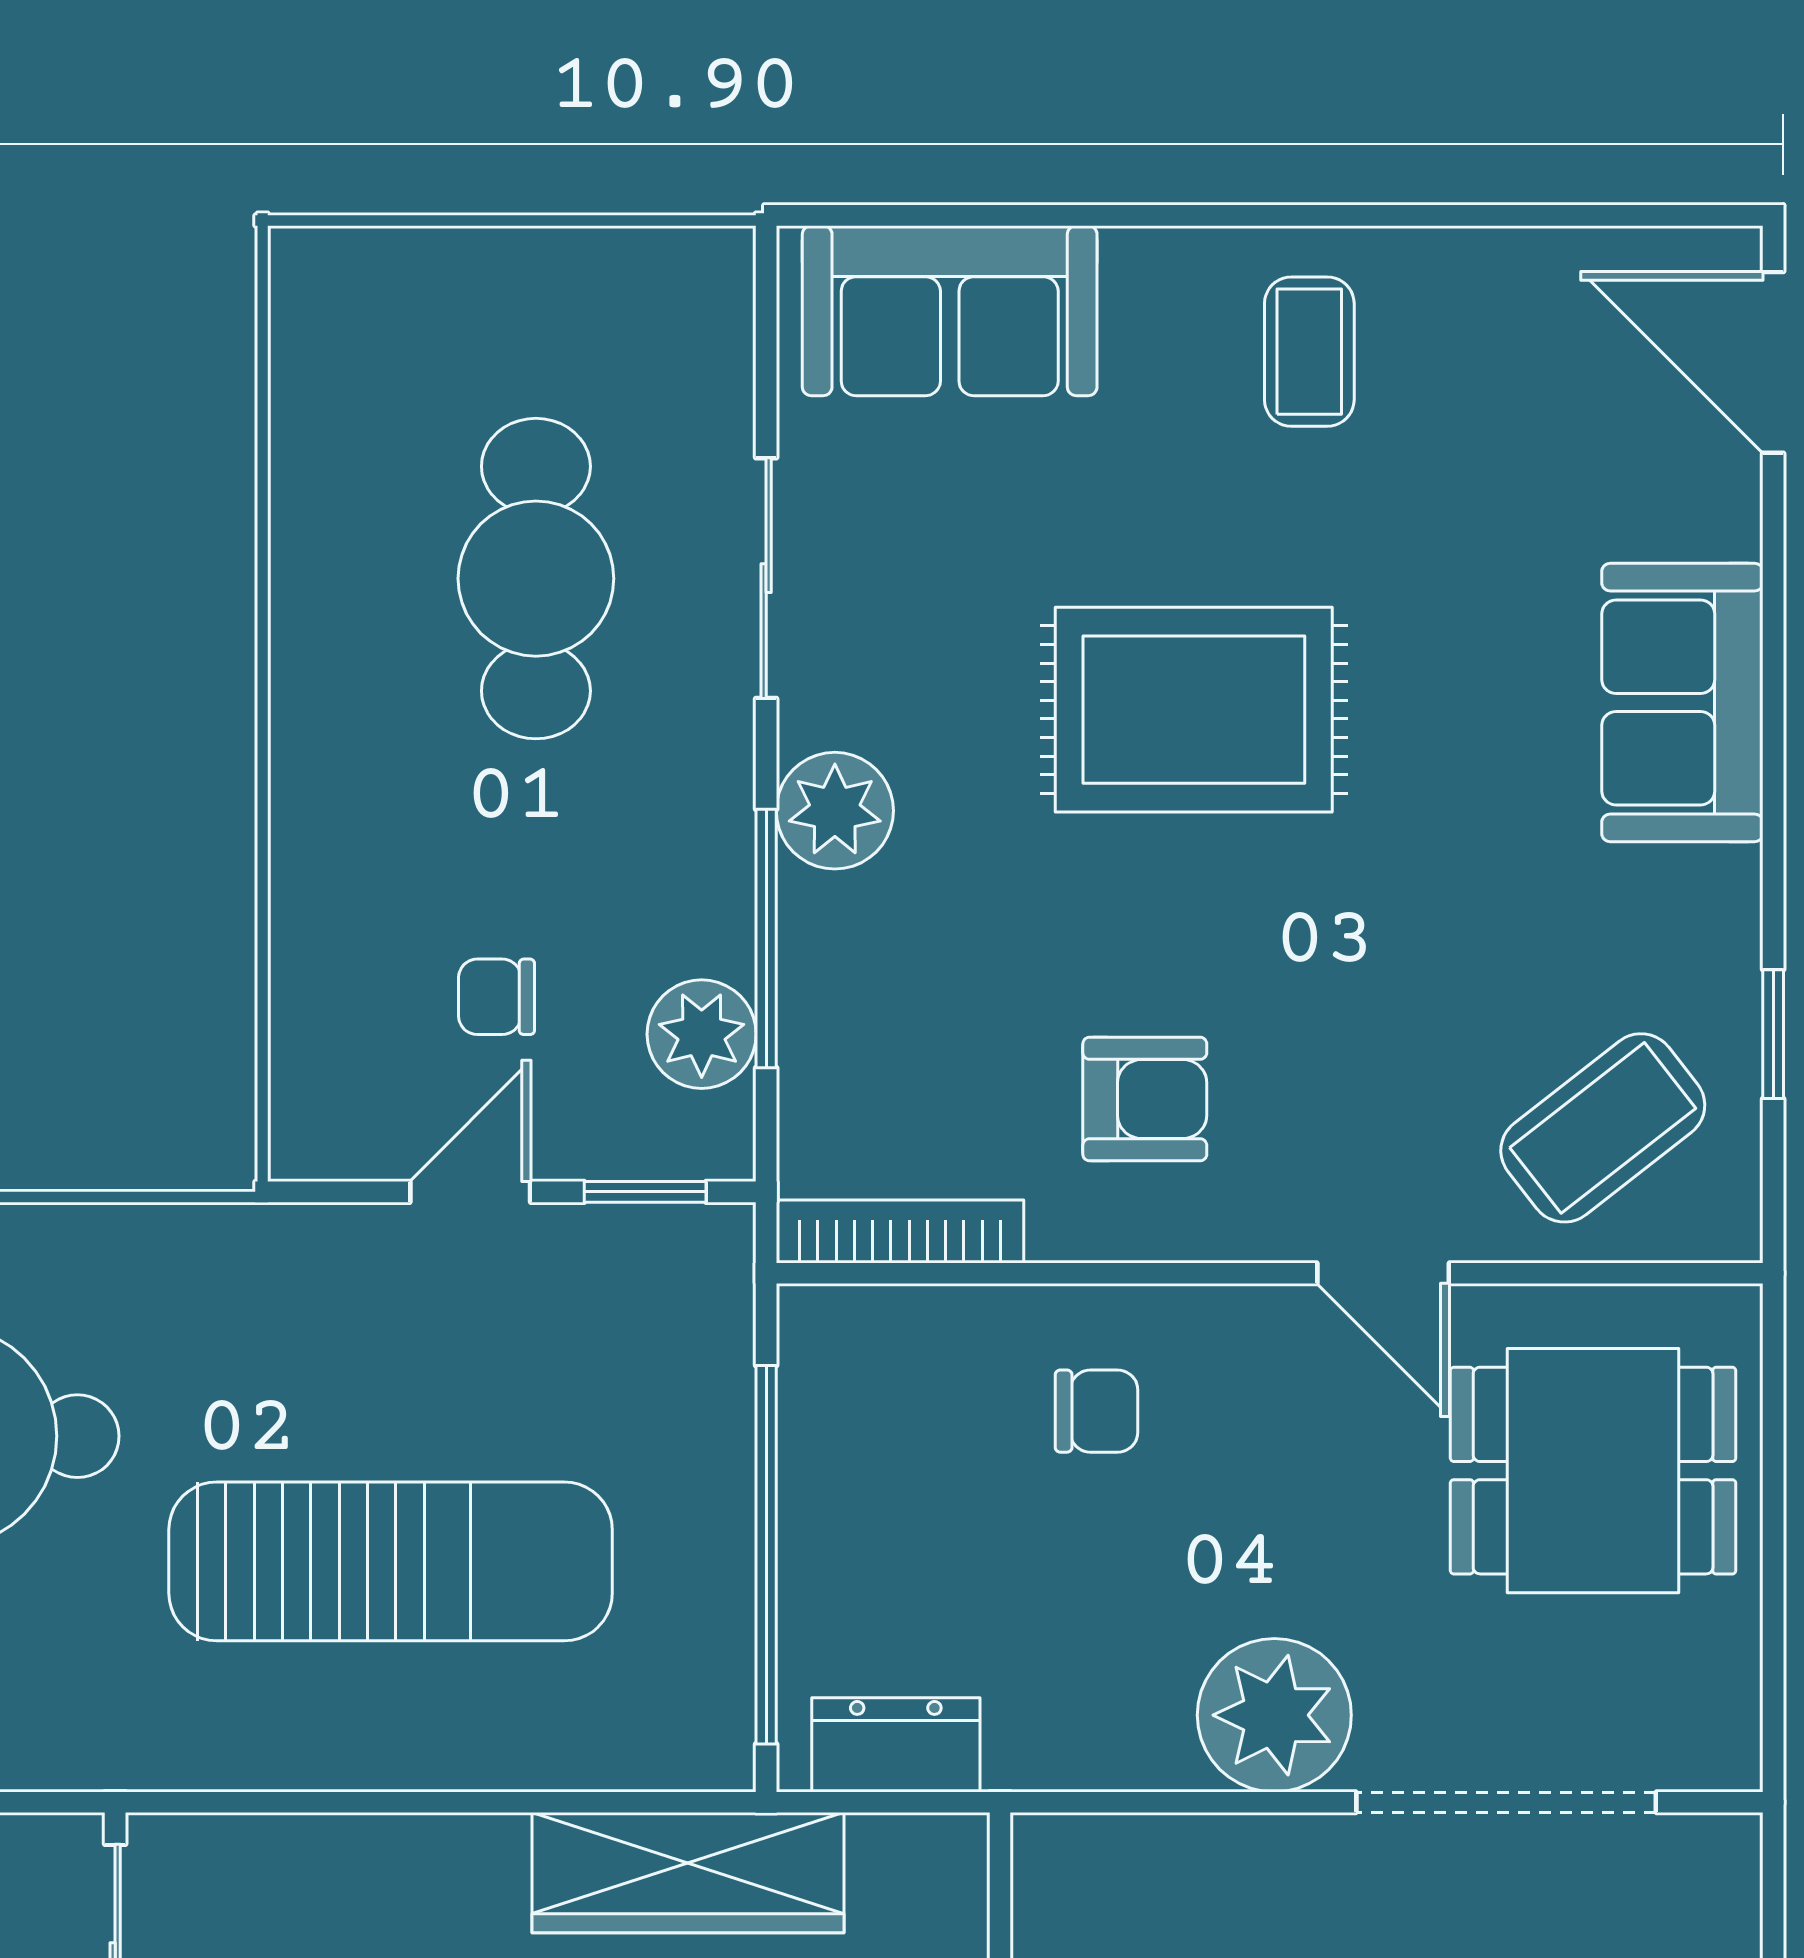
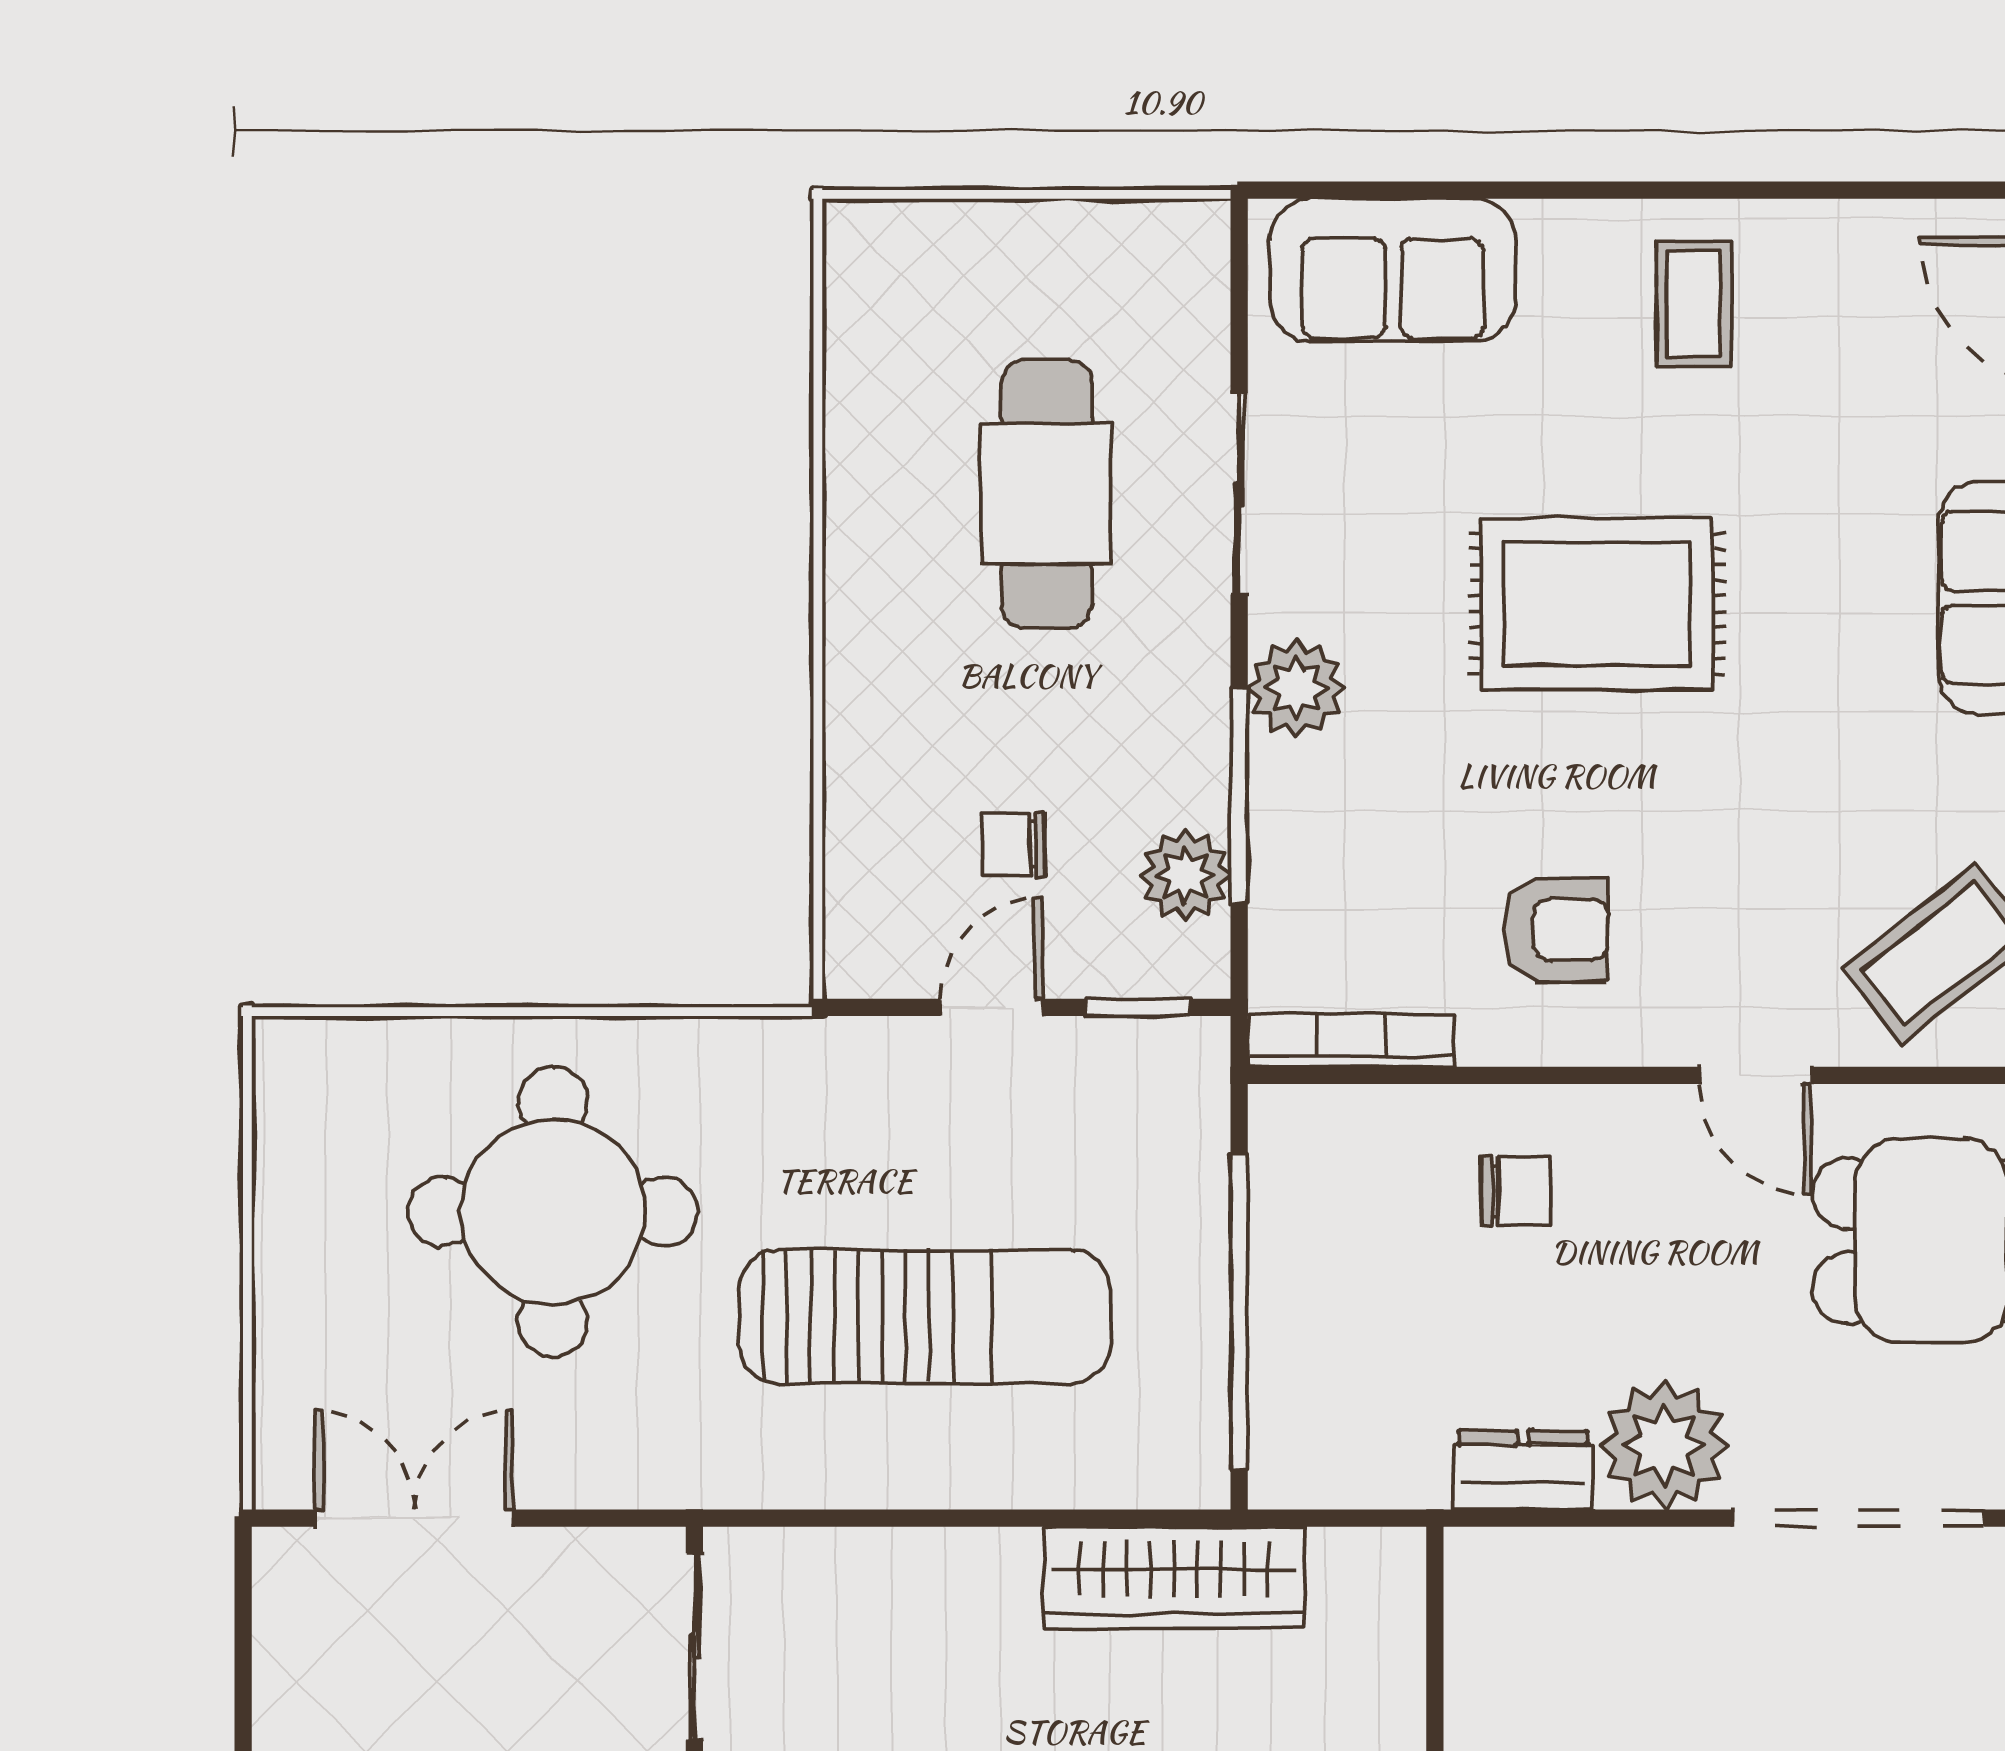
dresser: (896, 1745) -> (1523, 1470), moved

